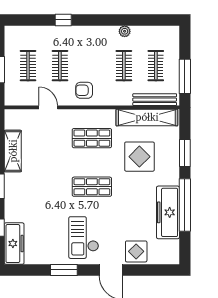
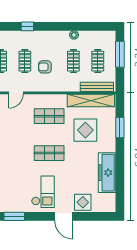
window: (185, 76) -> (120, 54), moved
armchair: (84, 90) -> (45, 67), moved
door: (48, 107) -> (16, 93), swing flipped
window: (185, 205) -> (120, 167), removed
checkout: (84, 238) -> (43, 192), turned 180
window: (64, 270) -> (14, 216), moved

